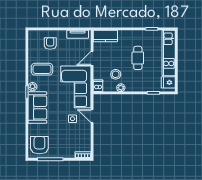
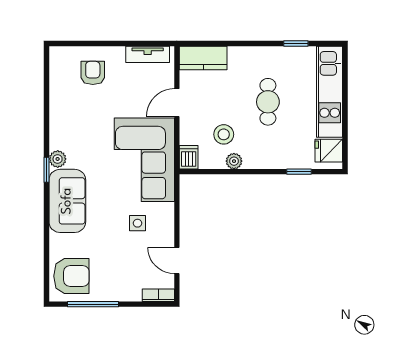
coffee table: (42, 69) -> (76, 124), removed
door: (92, 116) -> (177, 260), moved
armchair: (39, 145) -> (71, 276), turned 90

